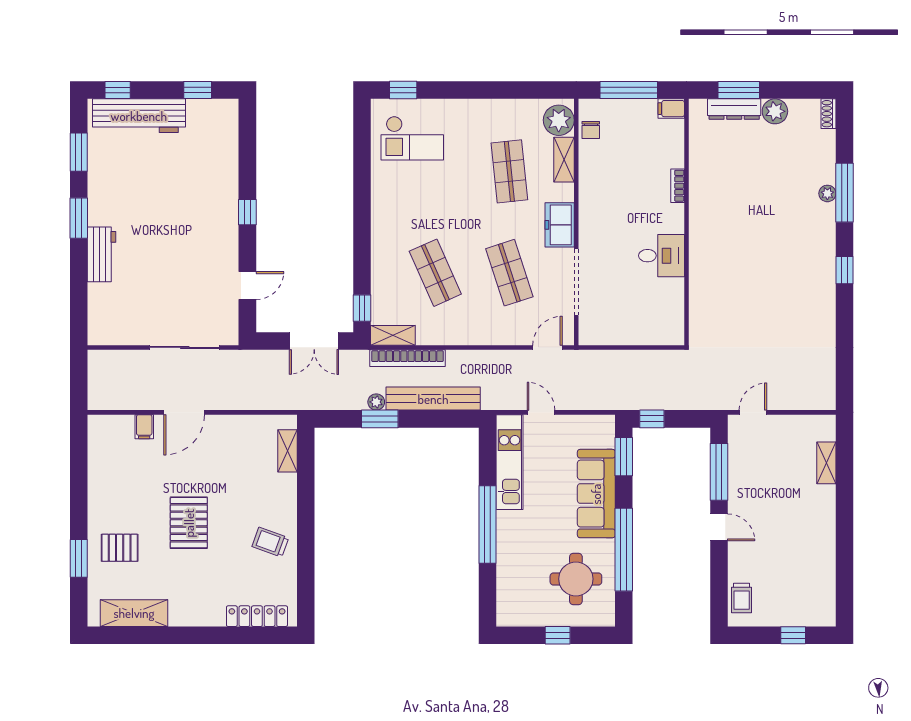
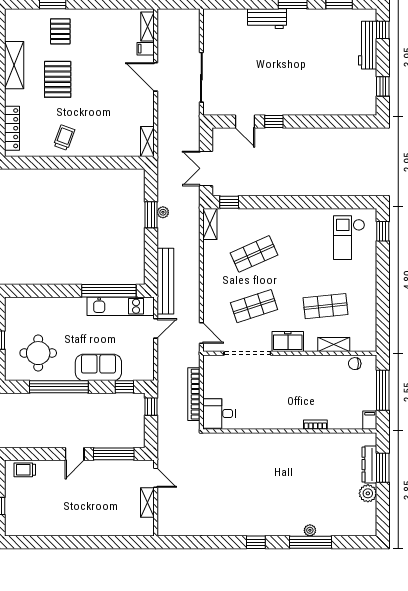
shoe rack: (829, 114) -> (366, 531), removed
workbench: (139, 116) -> (368, 45), width x0.73, depth x0.76
plant: (559, 120) -> (362, 341), removed
window: (247, 212) -> (274, 121), moved
desk: (662, 256) -> (219, 414), moved, turned 90
bookcase: (407, 358) -> (194, 394), moved
bench: (433, 399) -> (165, 281), moved
shelving: (113, 424) -> (147, 26), added
shelving: (288, 451) -> (147, 142), moved, turned 90
window: (624, 457) -> (124, 387), width x0.67
shelving: (826, 463) -> (147, 503), moved, turned 90
sofa: (596, 494) -> (98, 367), width x0.73
pallet: (189, 523) -> (58, 79), moved, turned 90
window: (488, 524) -> (109, 291), moved
shelving: (134, 613) -> (14, 65), moved

